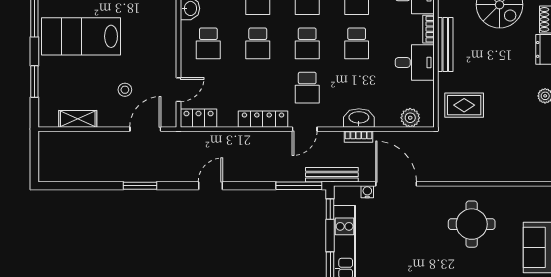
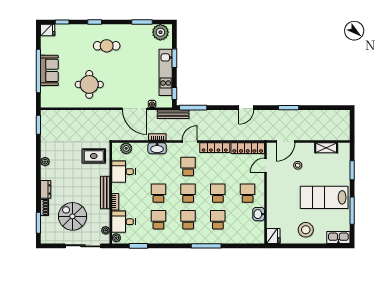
lab bench: (81, 36) -> (324, 197), turned 180
desk: (415, 63) -> (123, 172), moved
locker: (199, 118) -> (248, 148), width x1.53

